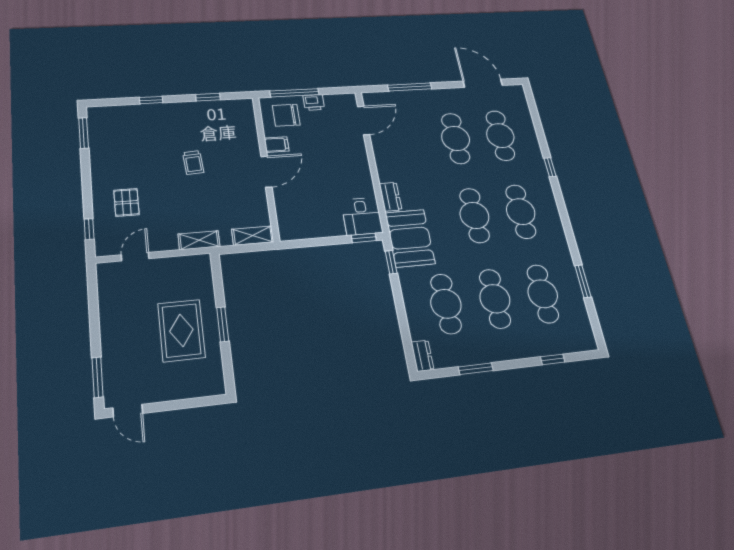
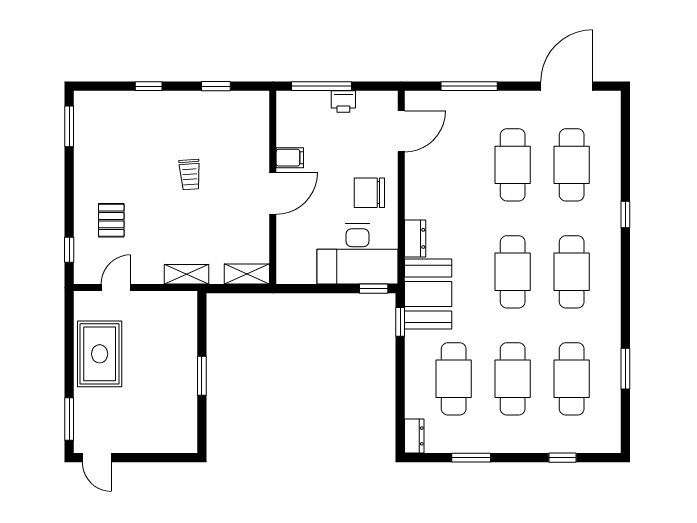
door: (483, 83) -> (567, 86), hinge flipped
chair: (286, 115) -> (369, 193), moved
desk: (362, 216) -> (358, 254), width x1.87, depth x1.30
rug: (181, 330) -> (100, 354), moved

